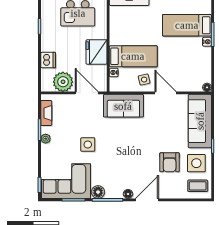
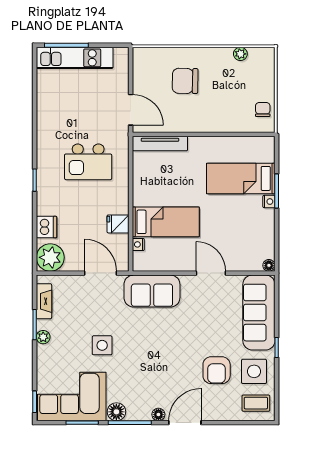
fridge: (97, 52) -> (118, 224), width x0.53, depth x0.75
side table: (144, 80) -> (181, 254), removed
plant: (63, 82) -> (50, 257), moved

